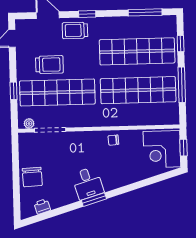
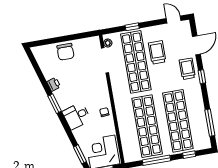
trolley: (49, 65) -> (157, 52), turned 180
chair: (32, 177) -> (65, 52), turned -87
window: (161, 178) -> (80, 154), added
desk: (88, 183) -> (77, 116), moved
printer: (42, 207) -> (54, 84), moved

